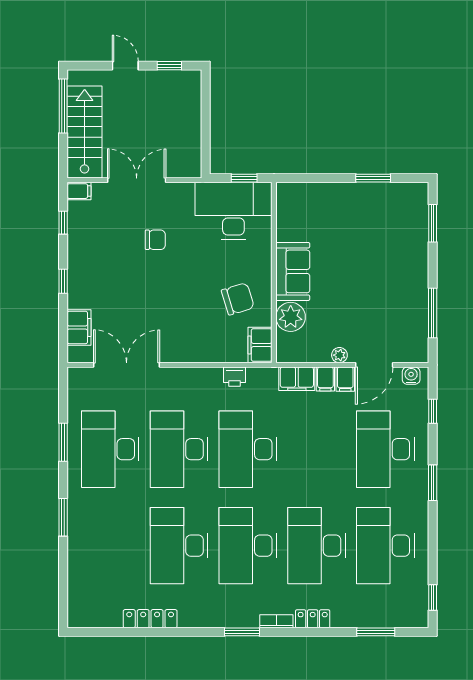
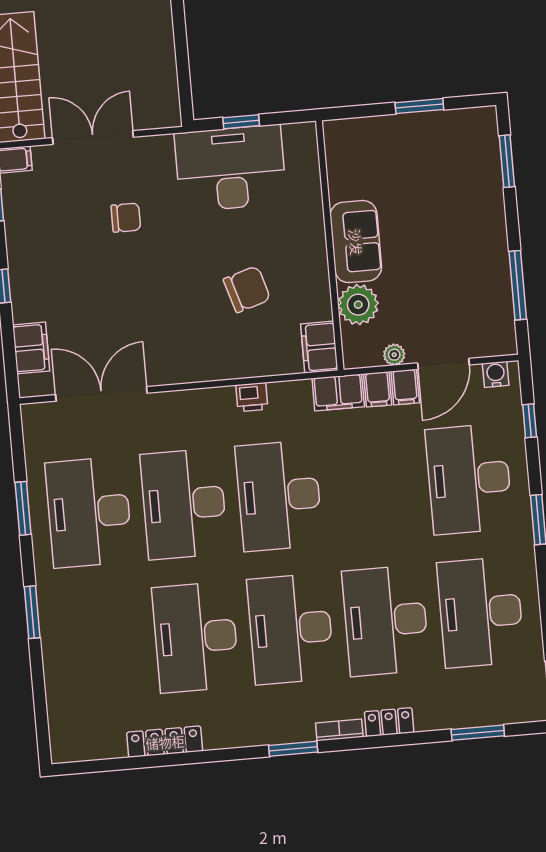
sofa: (293, 271) -> (356, 242), moved
wall: (274, 273) -> (330, 245), moved
plant: (291, 317) -> (358, 305), moved
filing cabinet: (260, 345) -> (319, 347), moved

